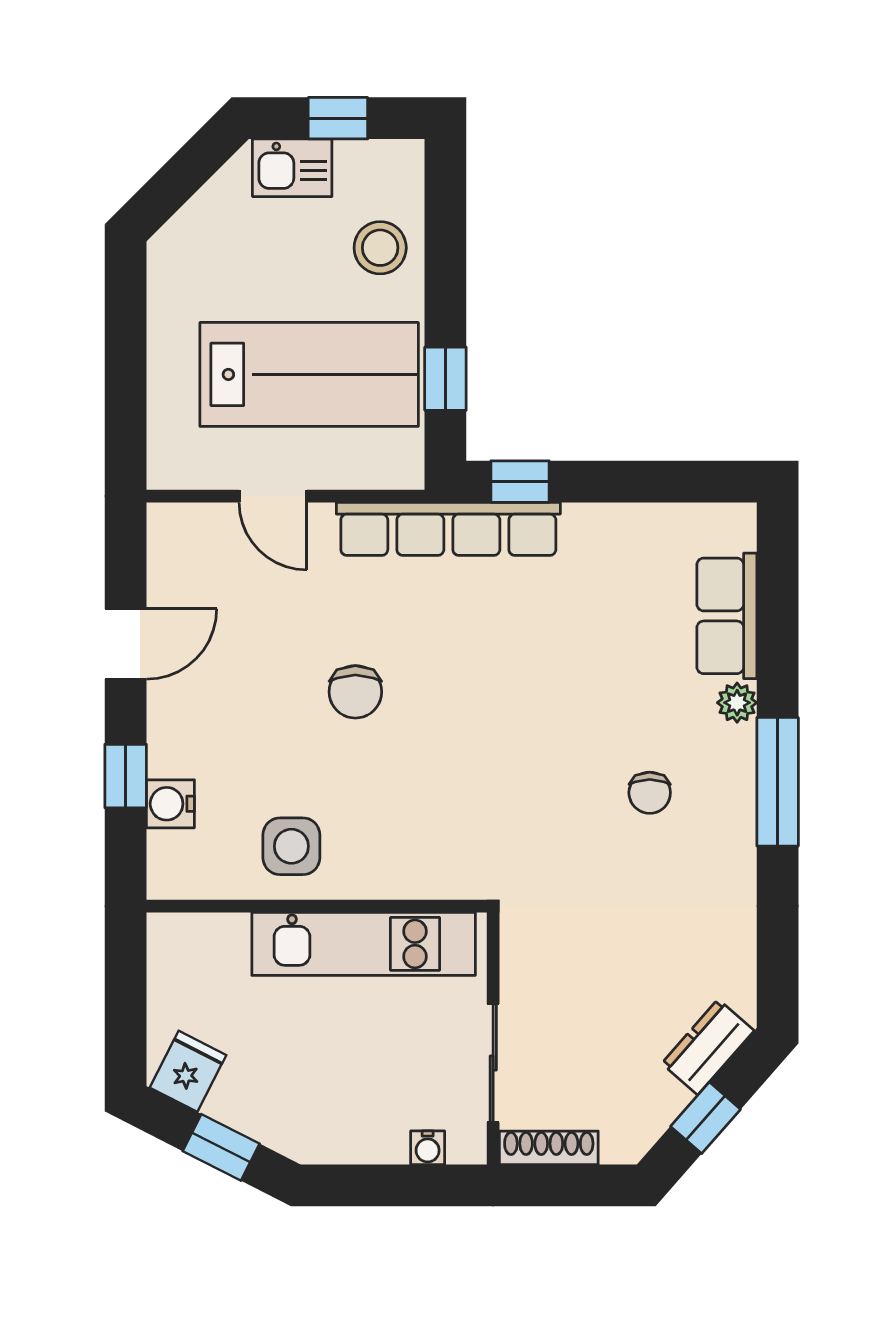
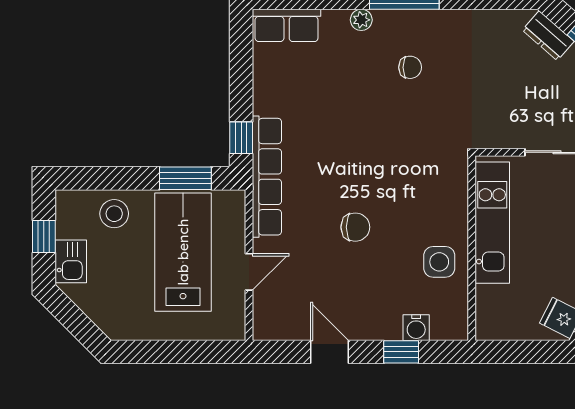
window: (445, 379) -> (185, 178), width x1.50
row of seats: (727, 616) -> (287, 25), moved

